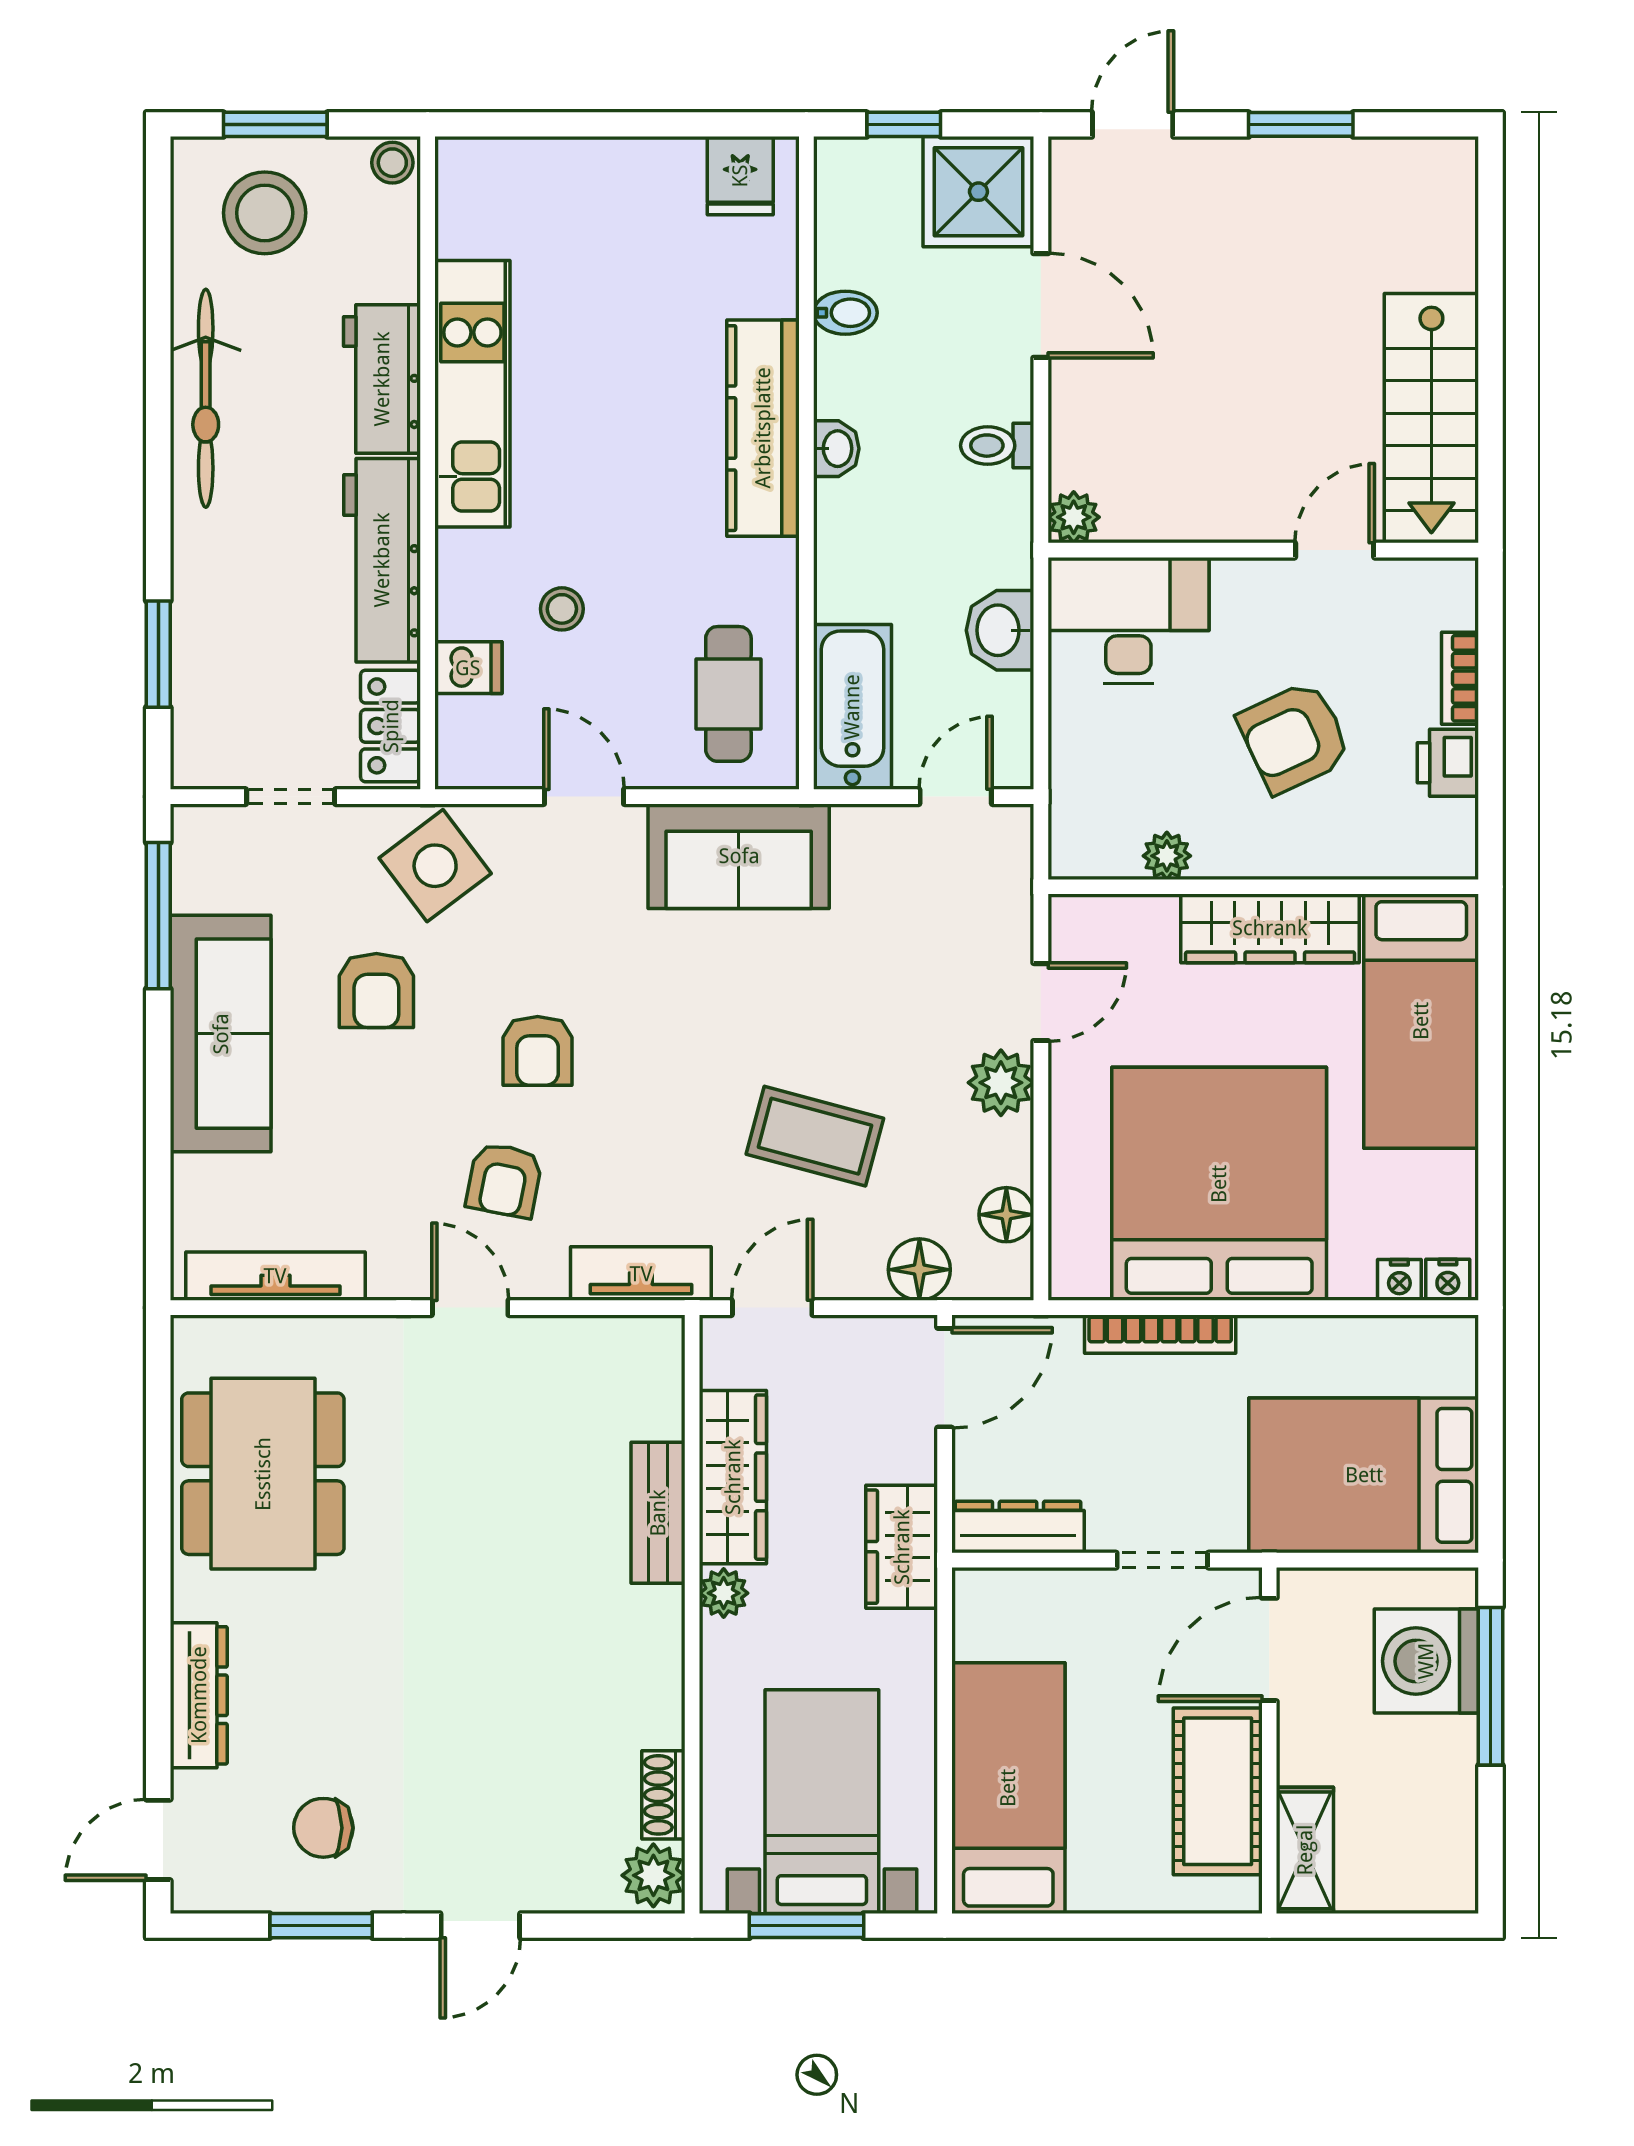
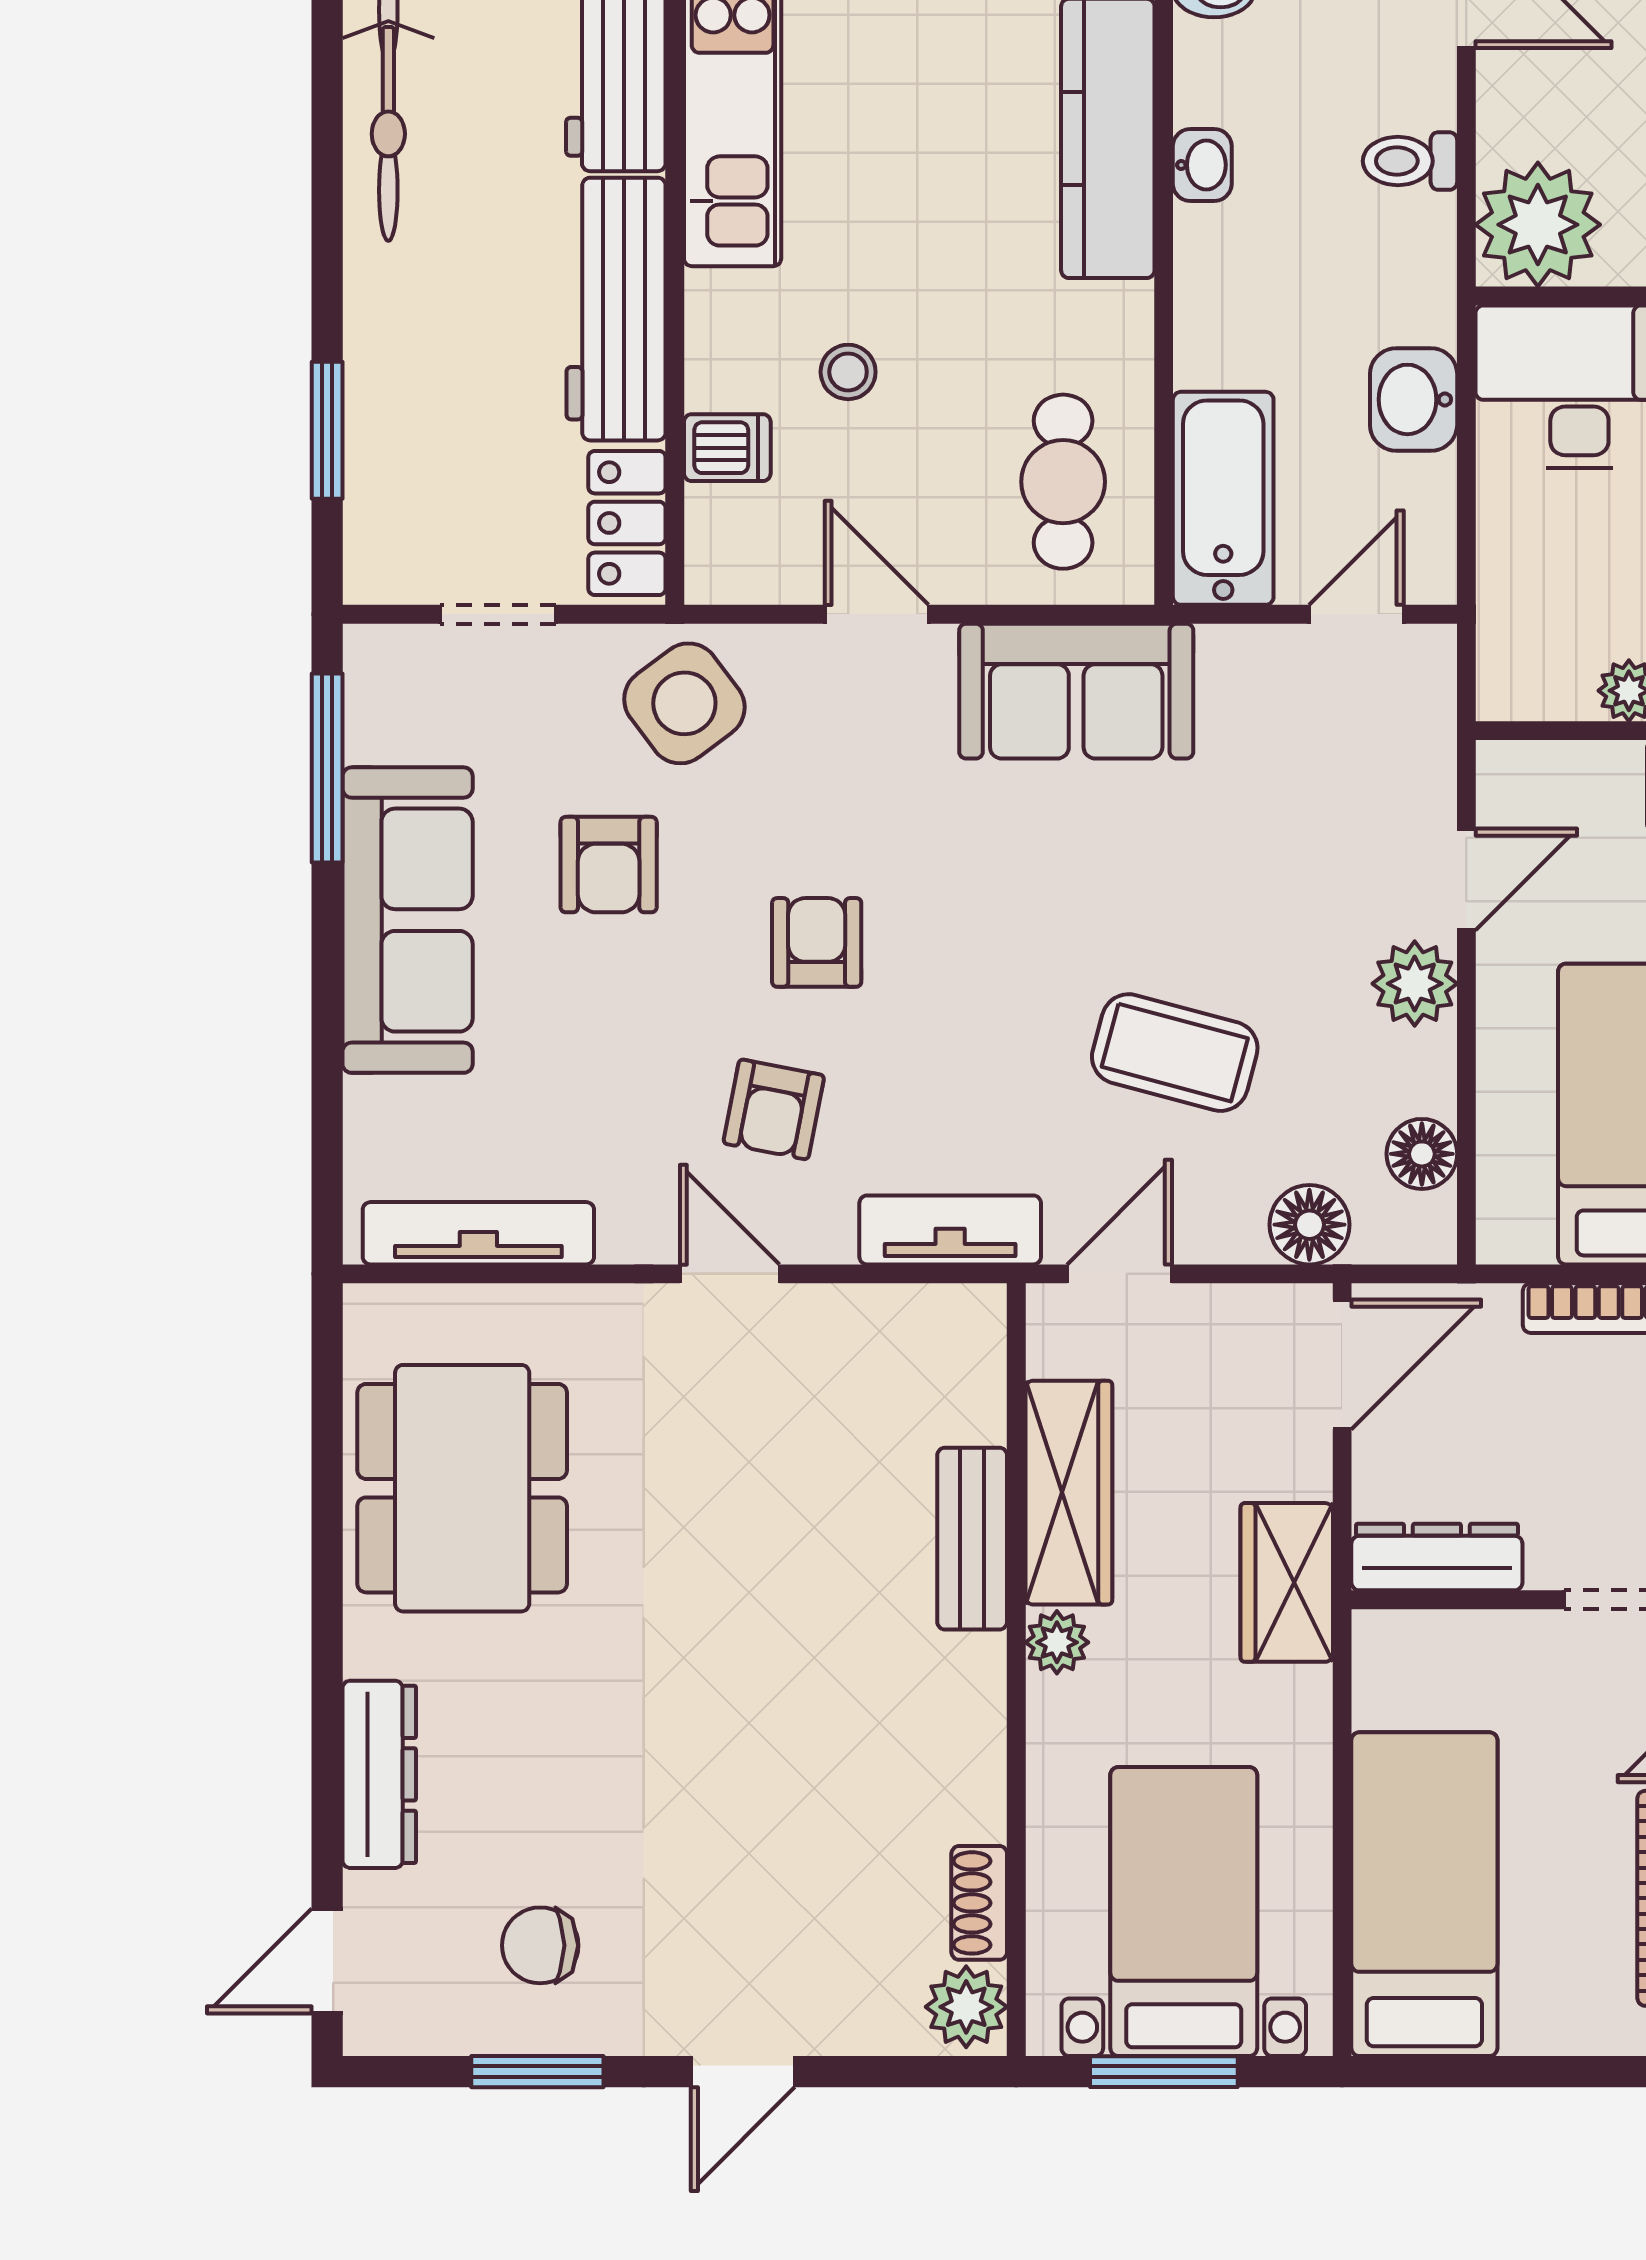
plant: (1074, 517) -> (1538, 225), width x1.87, depth x1.87
armchair: (538, 1051) -> (817, 942), turned 180

